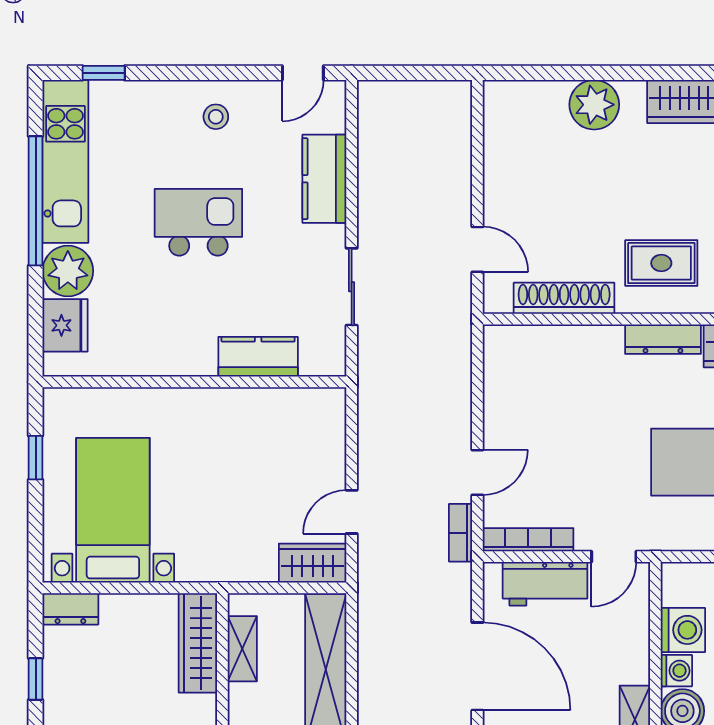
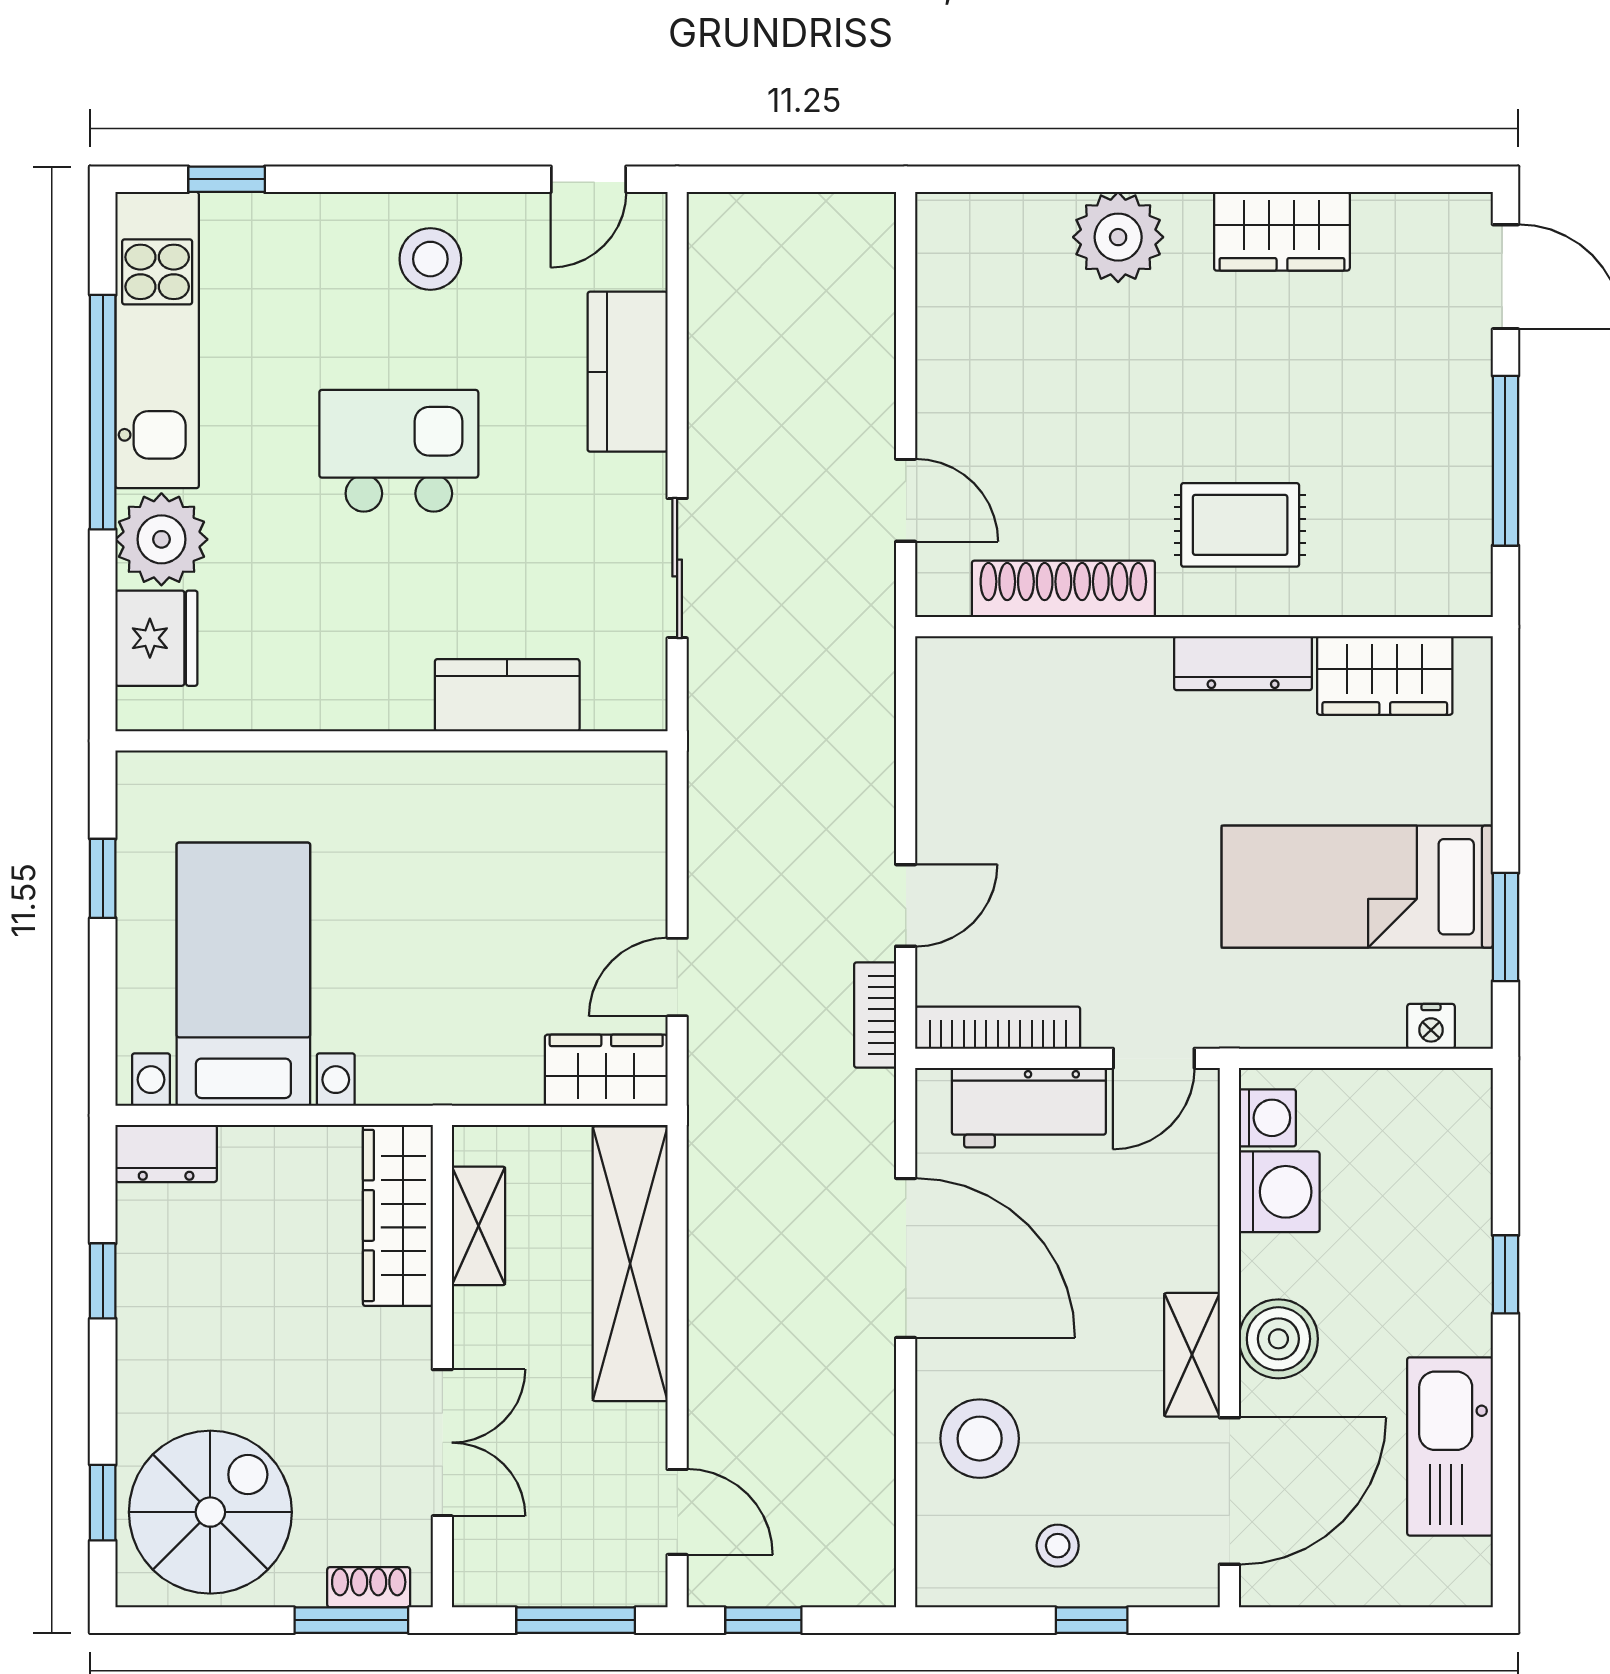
stool: (216, 117) -> (430, 259), width x1.37, depth x1.37
washing machine: (676, 671) -> (1267, 1118), moved

